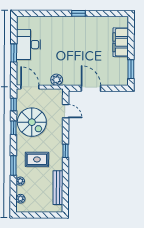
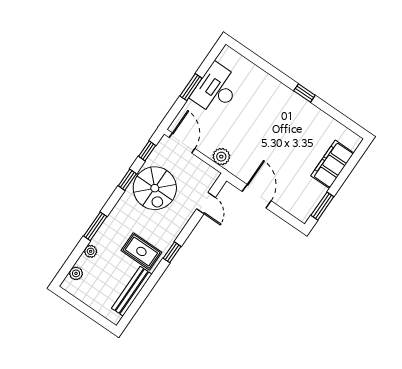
rug: (37, 159) -> (141, 251), moved

